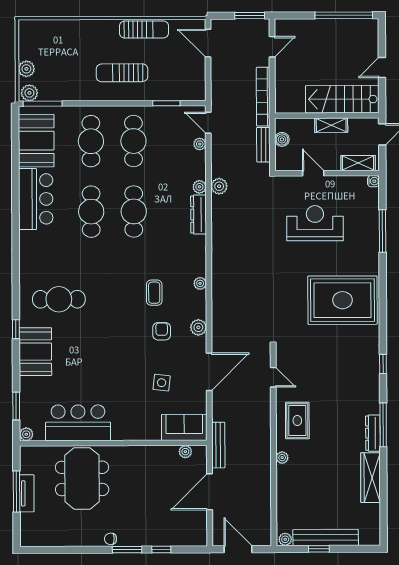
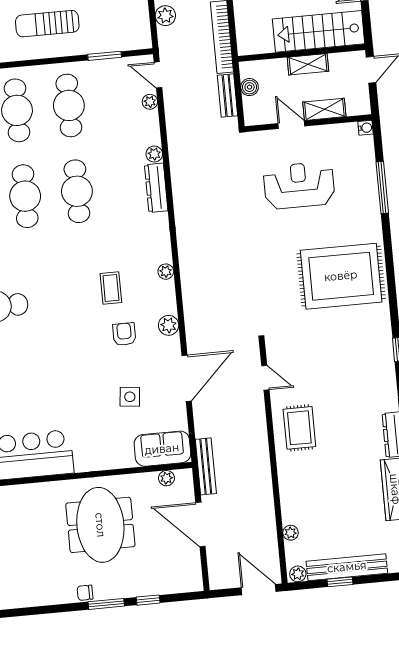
shelving: (358, 163) -> (324, 109), moved
plant: (219, 186) -> (165, 16), moved
plant: (282, 458) -> (291, 533), moved
meeting table: (82, 478) -> (100, 525), moved
door: (210, 492) -> (200, 524), hinge flipped
door: (238, 549) -> (259, 590), moved

